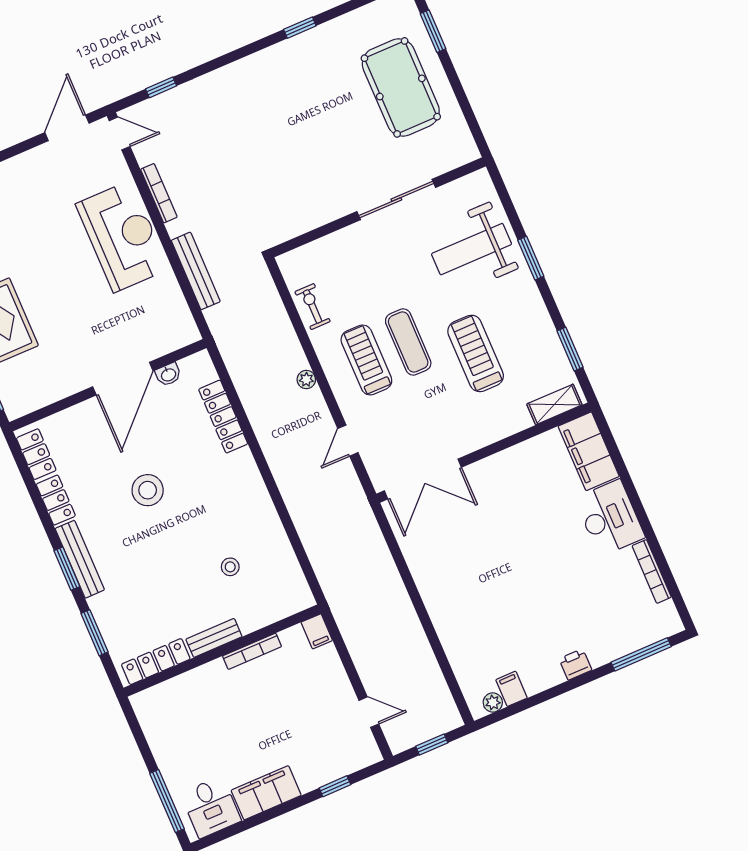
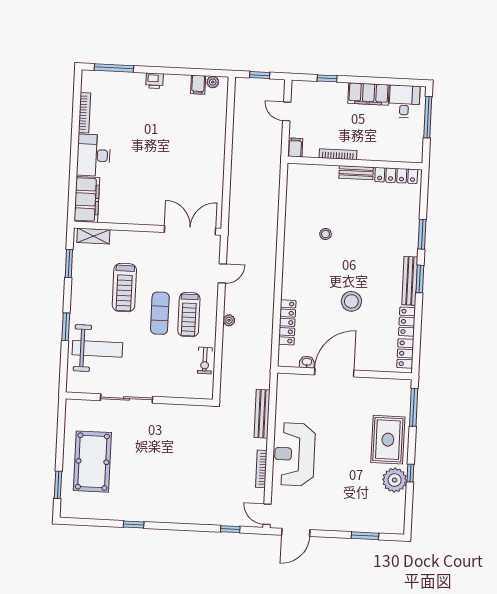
filing cabinet: (317, 631) -> (295, 148), moved
bench: (214, 638) -> (356, 173), moved
wall: (222, 651) -> (355, 163), moved
bookcase: (252, 651) -> (338, 154), moved
locker: (156, 662) -> (396, 175), moved

